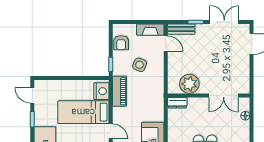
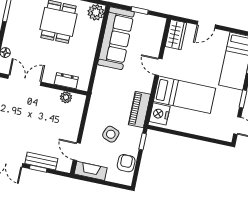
bench: (181, 29) -> (41, 161), moved
plant: (189, 84) -> (66, 97), width x0.53, depth x0.53
dresser: (177, 103) -> (66, 81), moved

